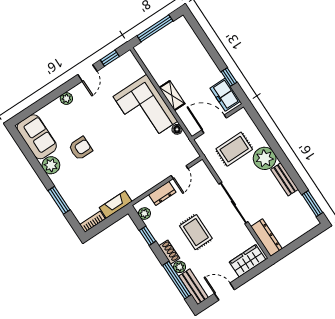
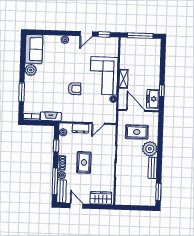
armchair: (80, 148) -> (75, 89), moved
dresser: (267, 238) -> (120, 193), removed

